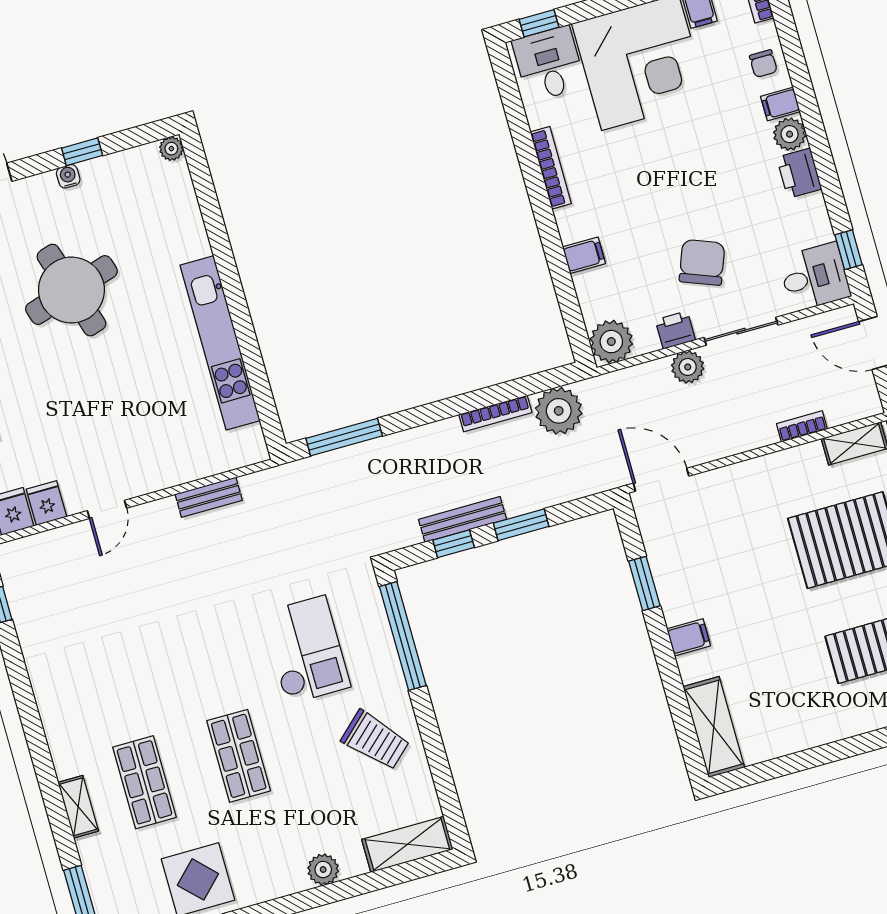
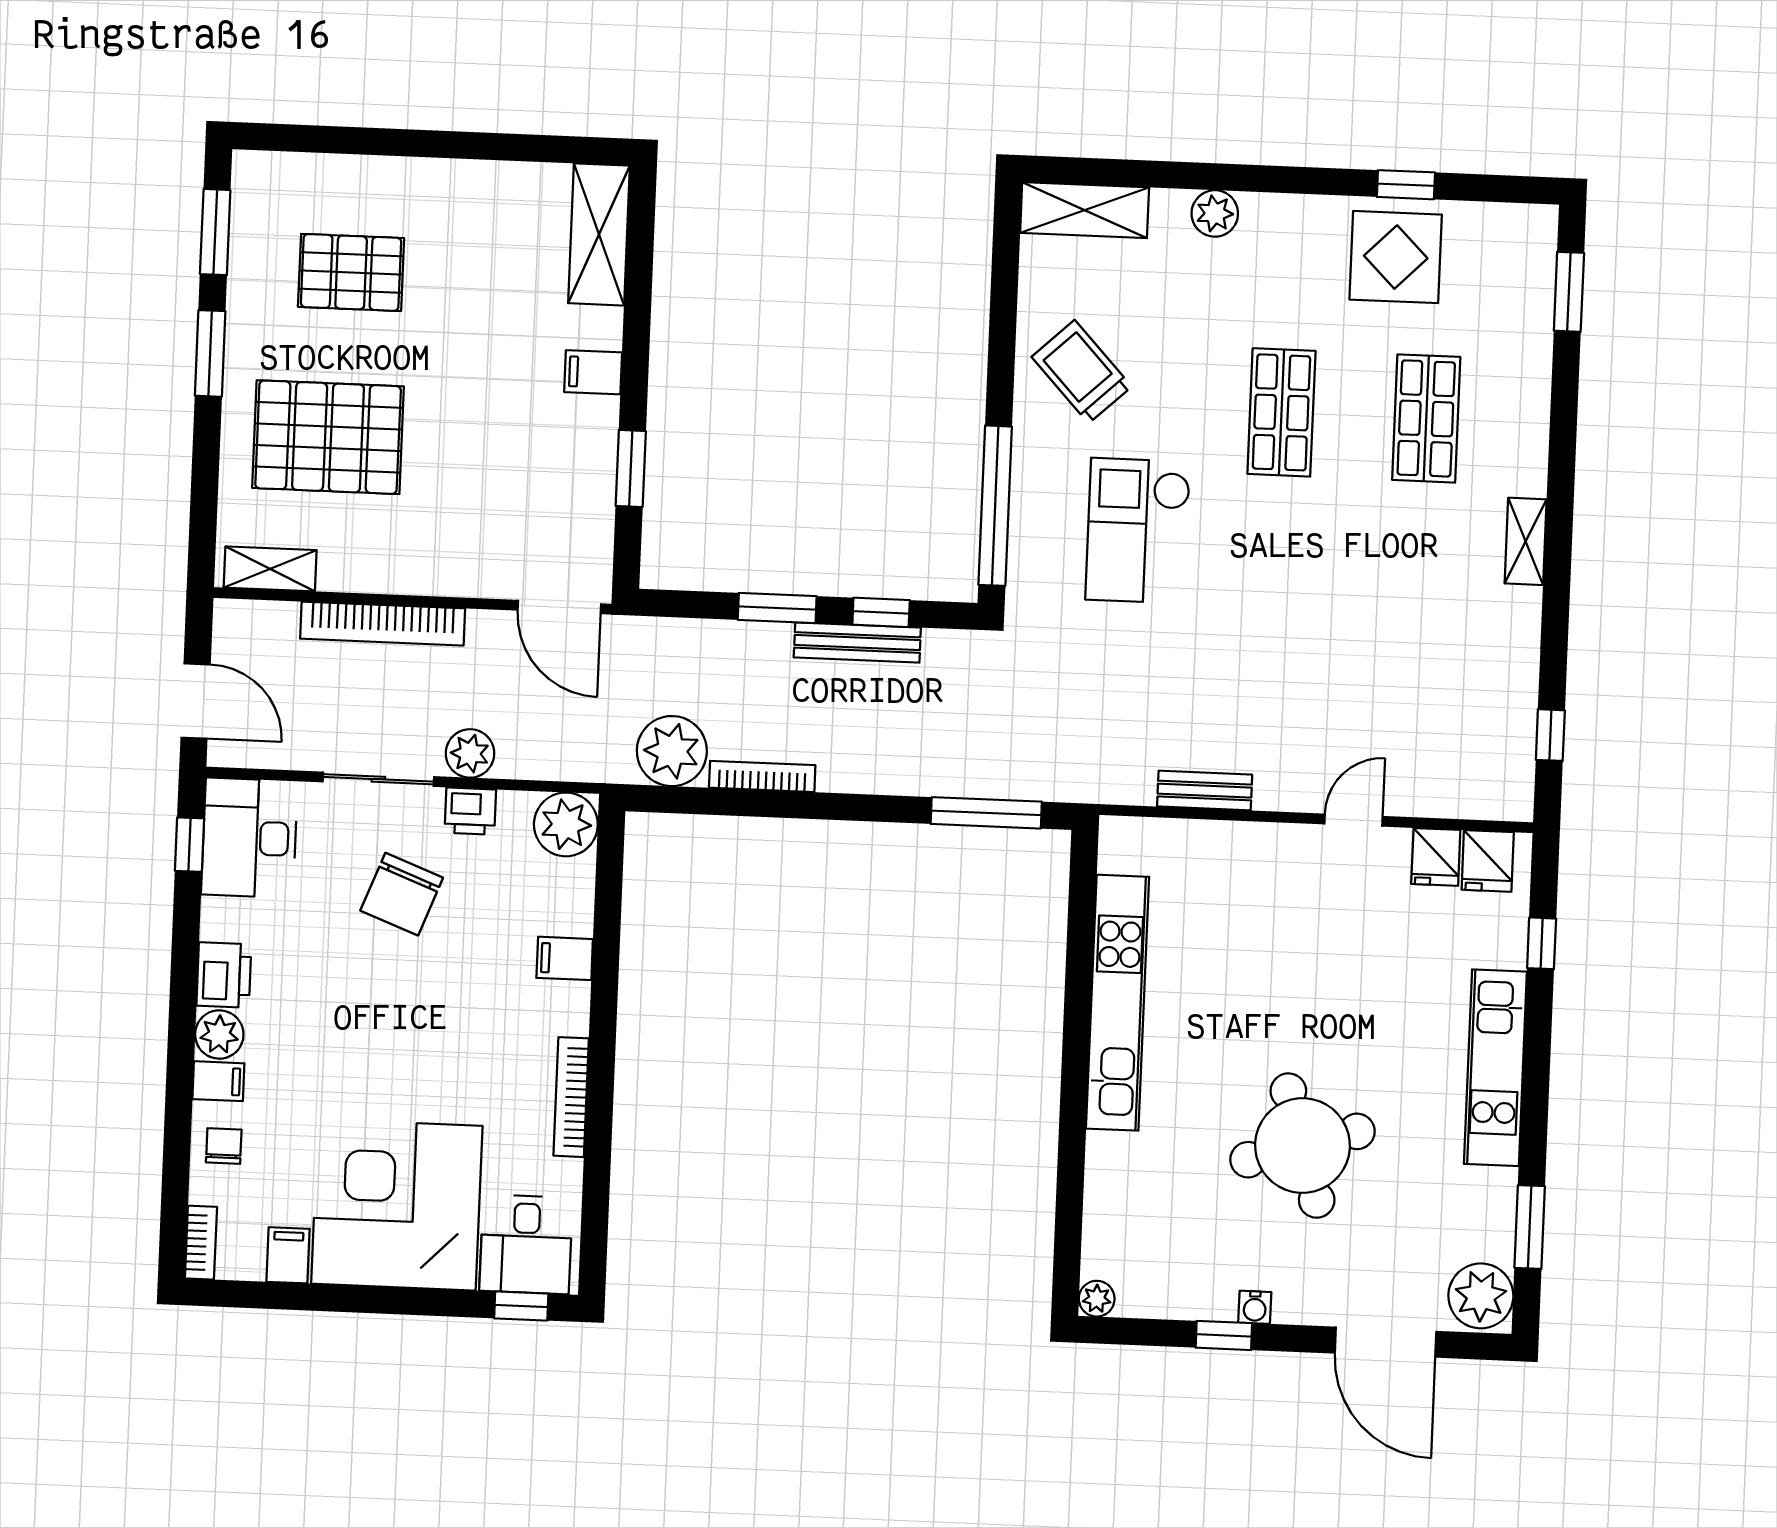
desk: (814, 277) -> (249, 838), width x1.37
bookcase: (802, 426) -> (383, 624), width x2.31, depth x1.31
shelving: (78, 807) -> (1526, 541), moved

